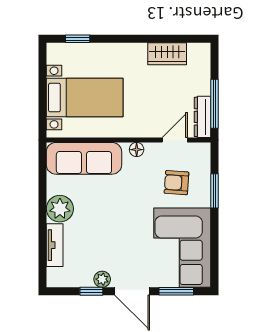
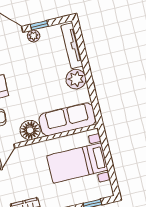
floor lamp: (137, 150) -> (30, 130), width x1.89, depth x1.89
tv unit: (55, 245) -> (72, 46), width x1.41

